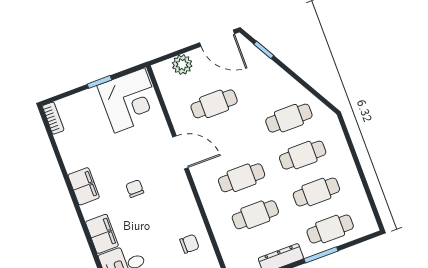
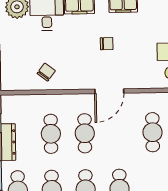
door: (180, 152) -> (109, 91), moved
chair: (189, 244) -> (46, 72), turned -143

